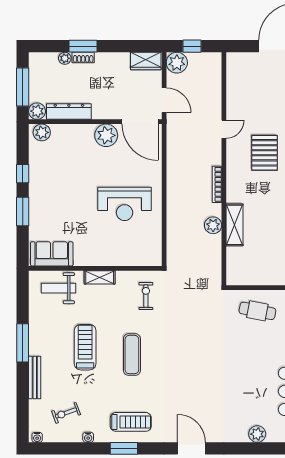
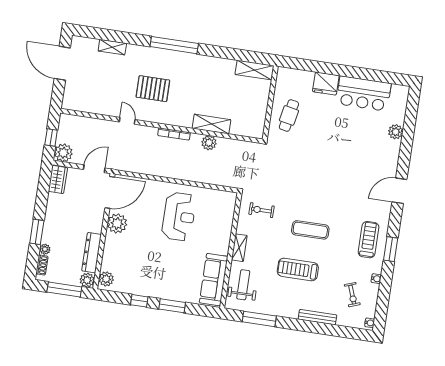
shoe rack: (83, 58) -> (42, 265), moved
sofa: (52, 254) -> (214, 280), width x1.36
weight bench: (59, 288) -> (243, 285), turned 180
window: (23, 343) -> (259, 319), moved

